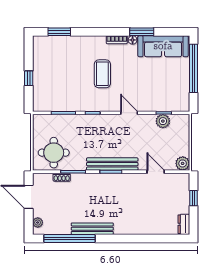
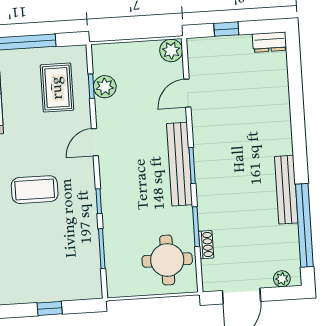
rug: (164, 92) -> (57, 88), added

